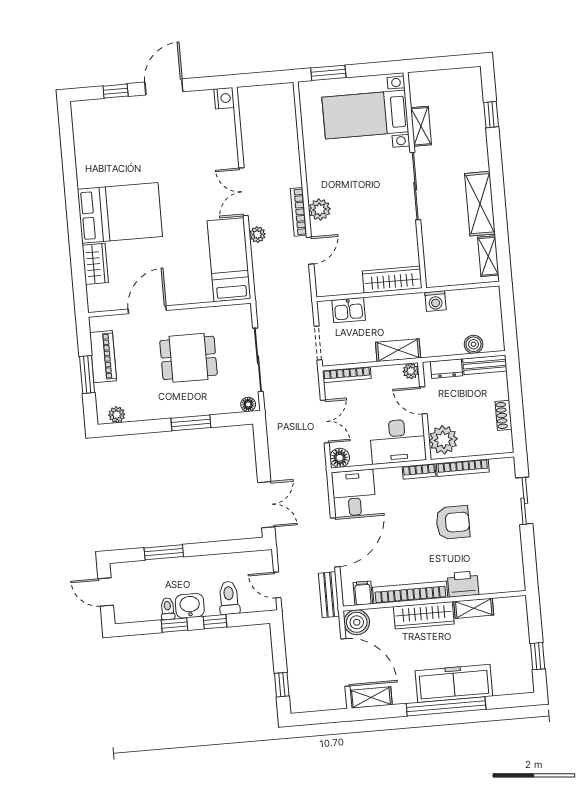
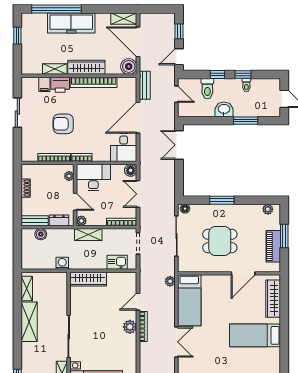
bed: (120, 213) -> (255, 335), width x0.67
plant: (257, 234) -> (170, 281), moved
wardrobe: (95, 264) -> (273, 299), width x1.50
plant: (443, 440) -> (69, 176), width x0.53, depth x0.53
sliding door: (524, 501) -> (17, 113), moved
filing cabinet: (363, 593) -> (44, 84), moved
washbasin: (190, 606) -> (224, 109), moved, turned 180
door: (278, 645) -> (179, 57), added
window: (446, 706) -> (57, 9), moved

